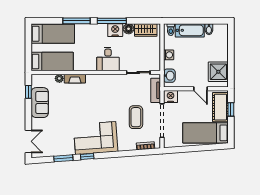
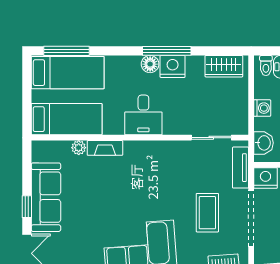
window: (77, 21) -> (67, 51), moved
floor lamp: (129, 29) -> (150, 64), moved
desk: (108, 59) -> (143, 115), moved
window: (28, 92) -> (27, 207), moved
sofa: (40, 103) -> (46, 197), width x1.36

